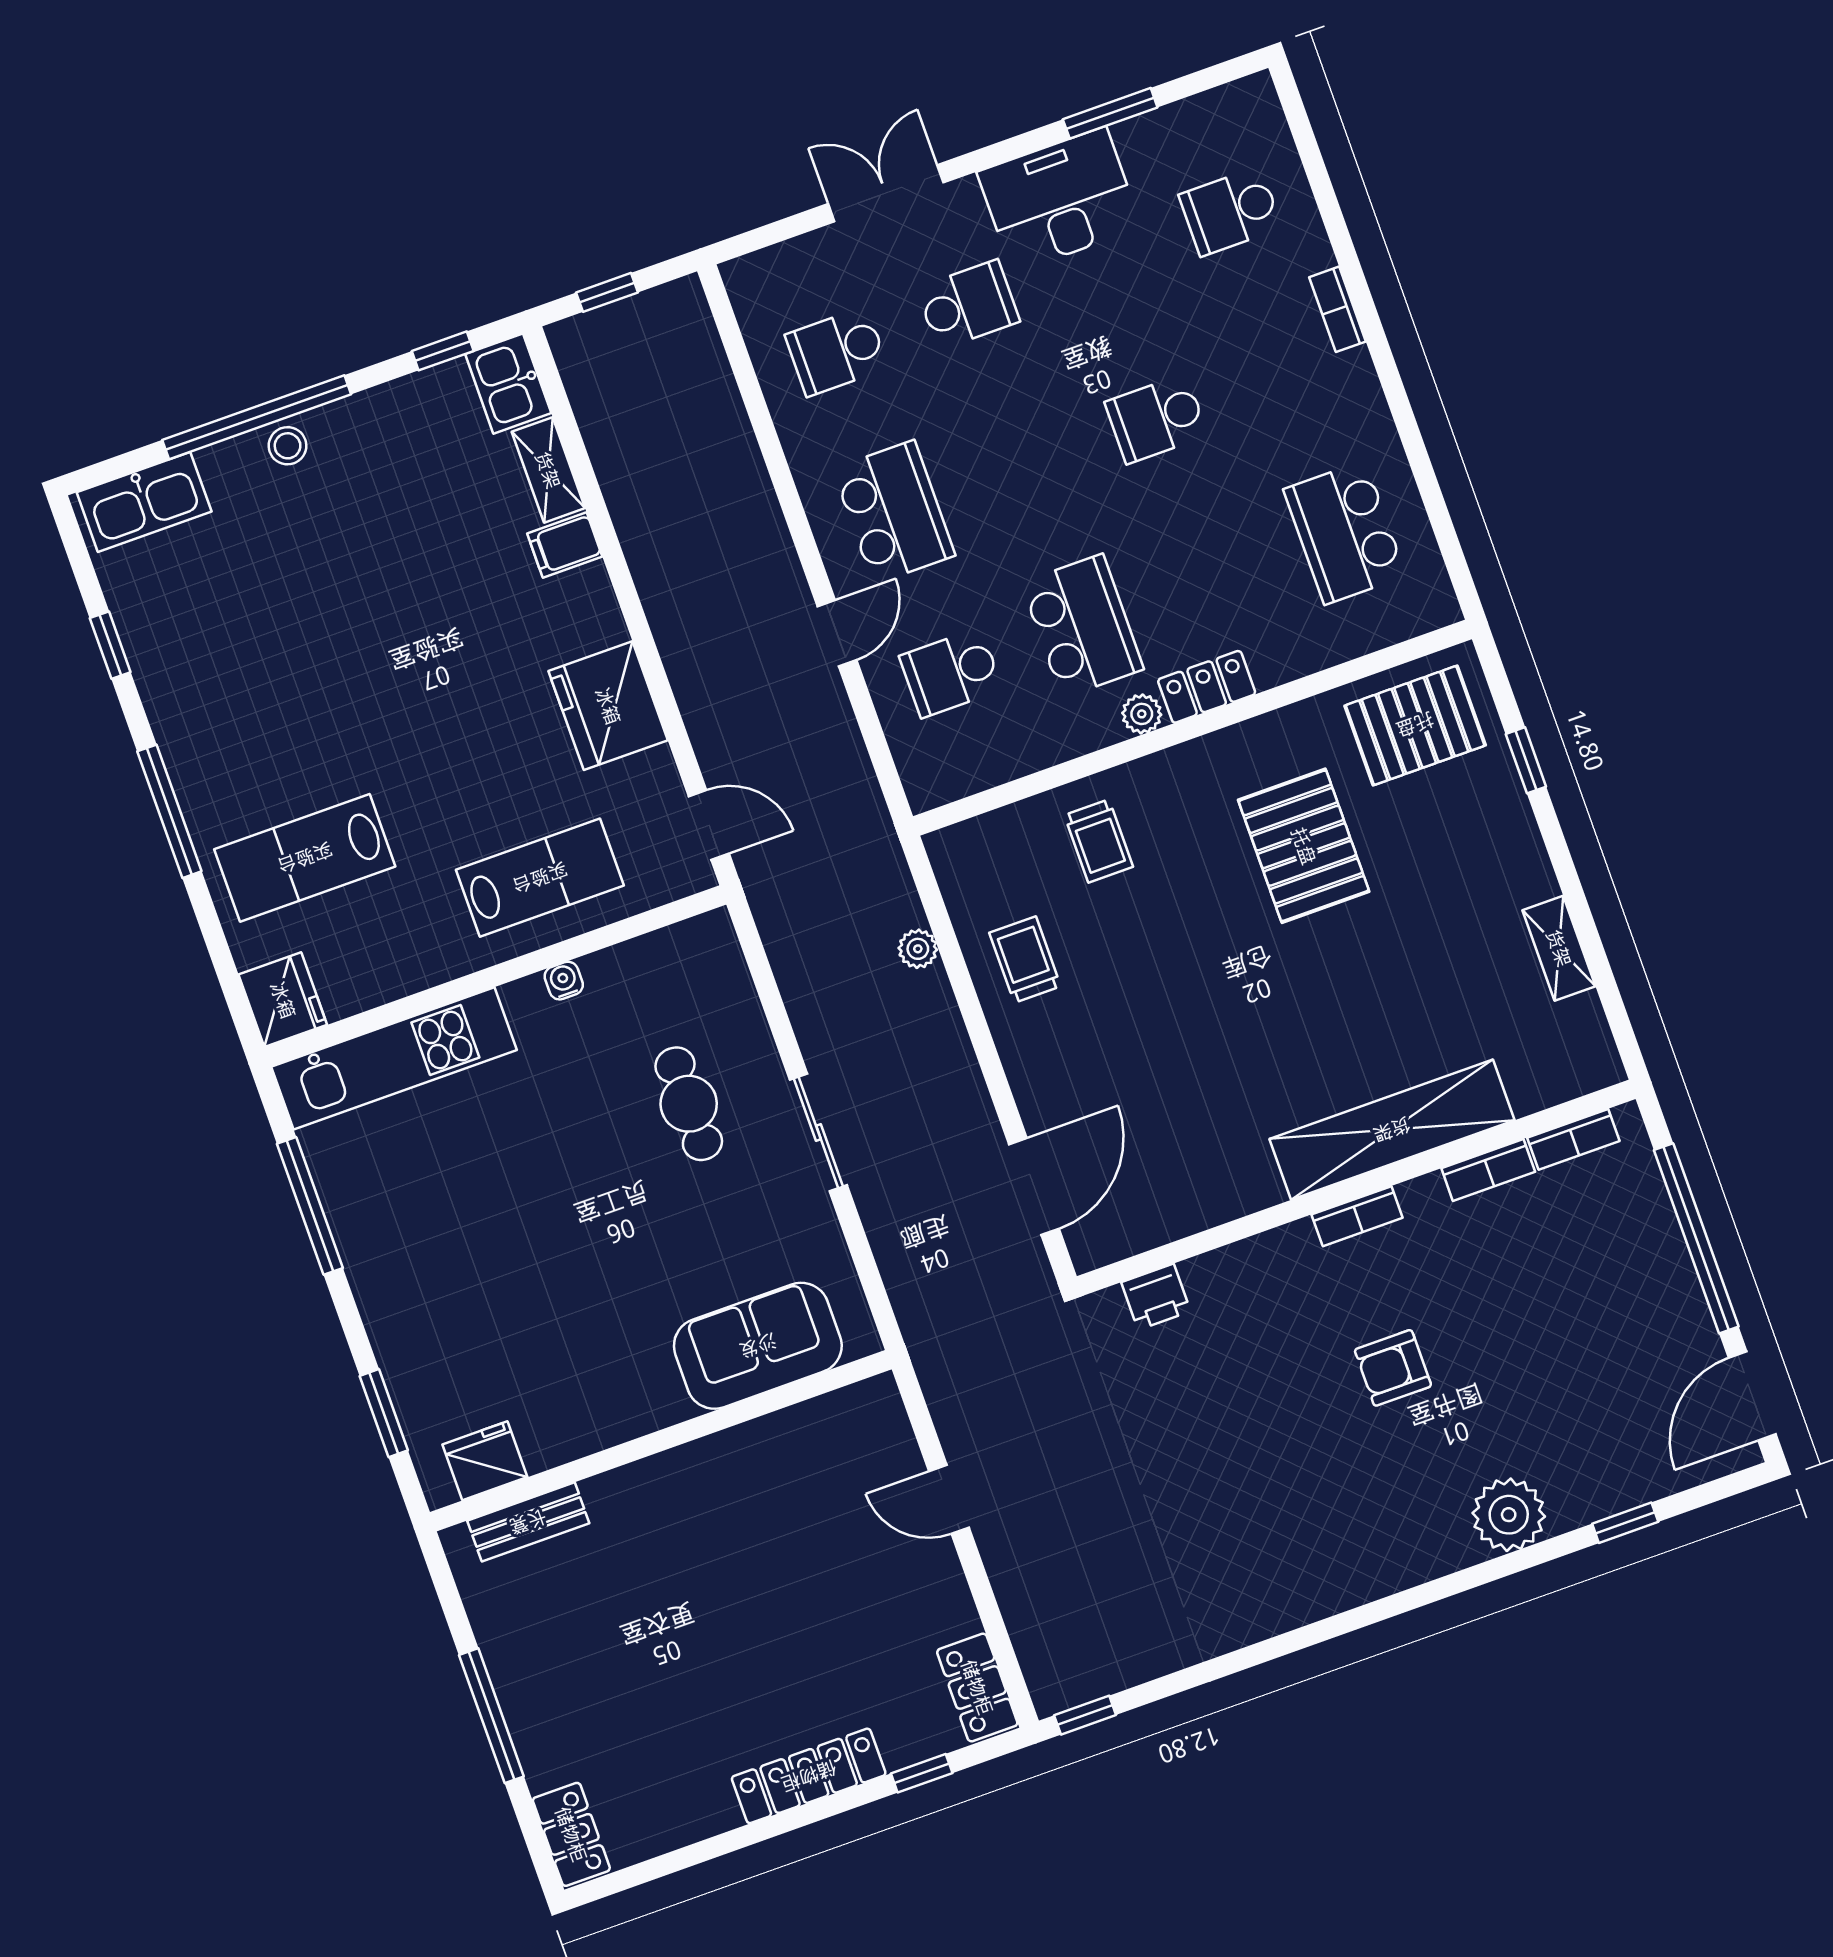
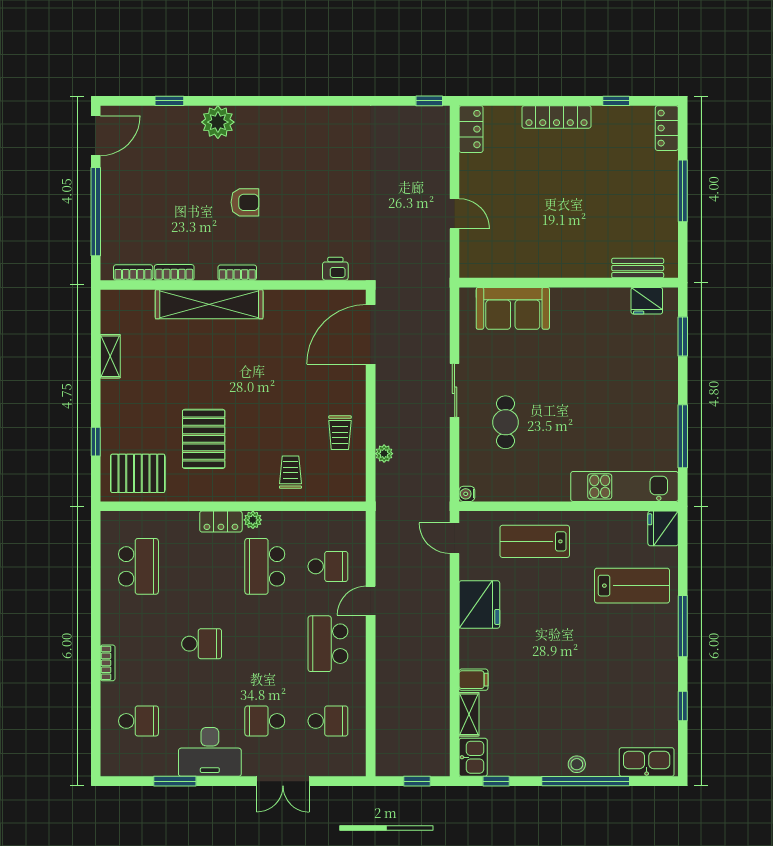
water cooler: (564, 981) -> (467, 494), moved, turned 90
door: (1034, 1186) -> (371, 334), width x1.36
window: (922, 1773) -> (616, 101), moved

